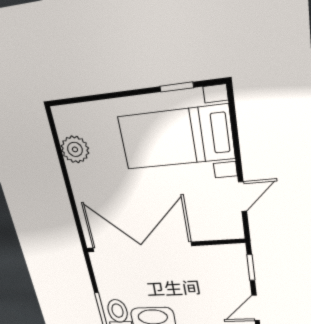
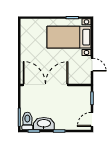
plant: (75, 149) -> (26, 38), removed
door: (243, 197) -> (92, 65), hinge flipped

